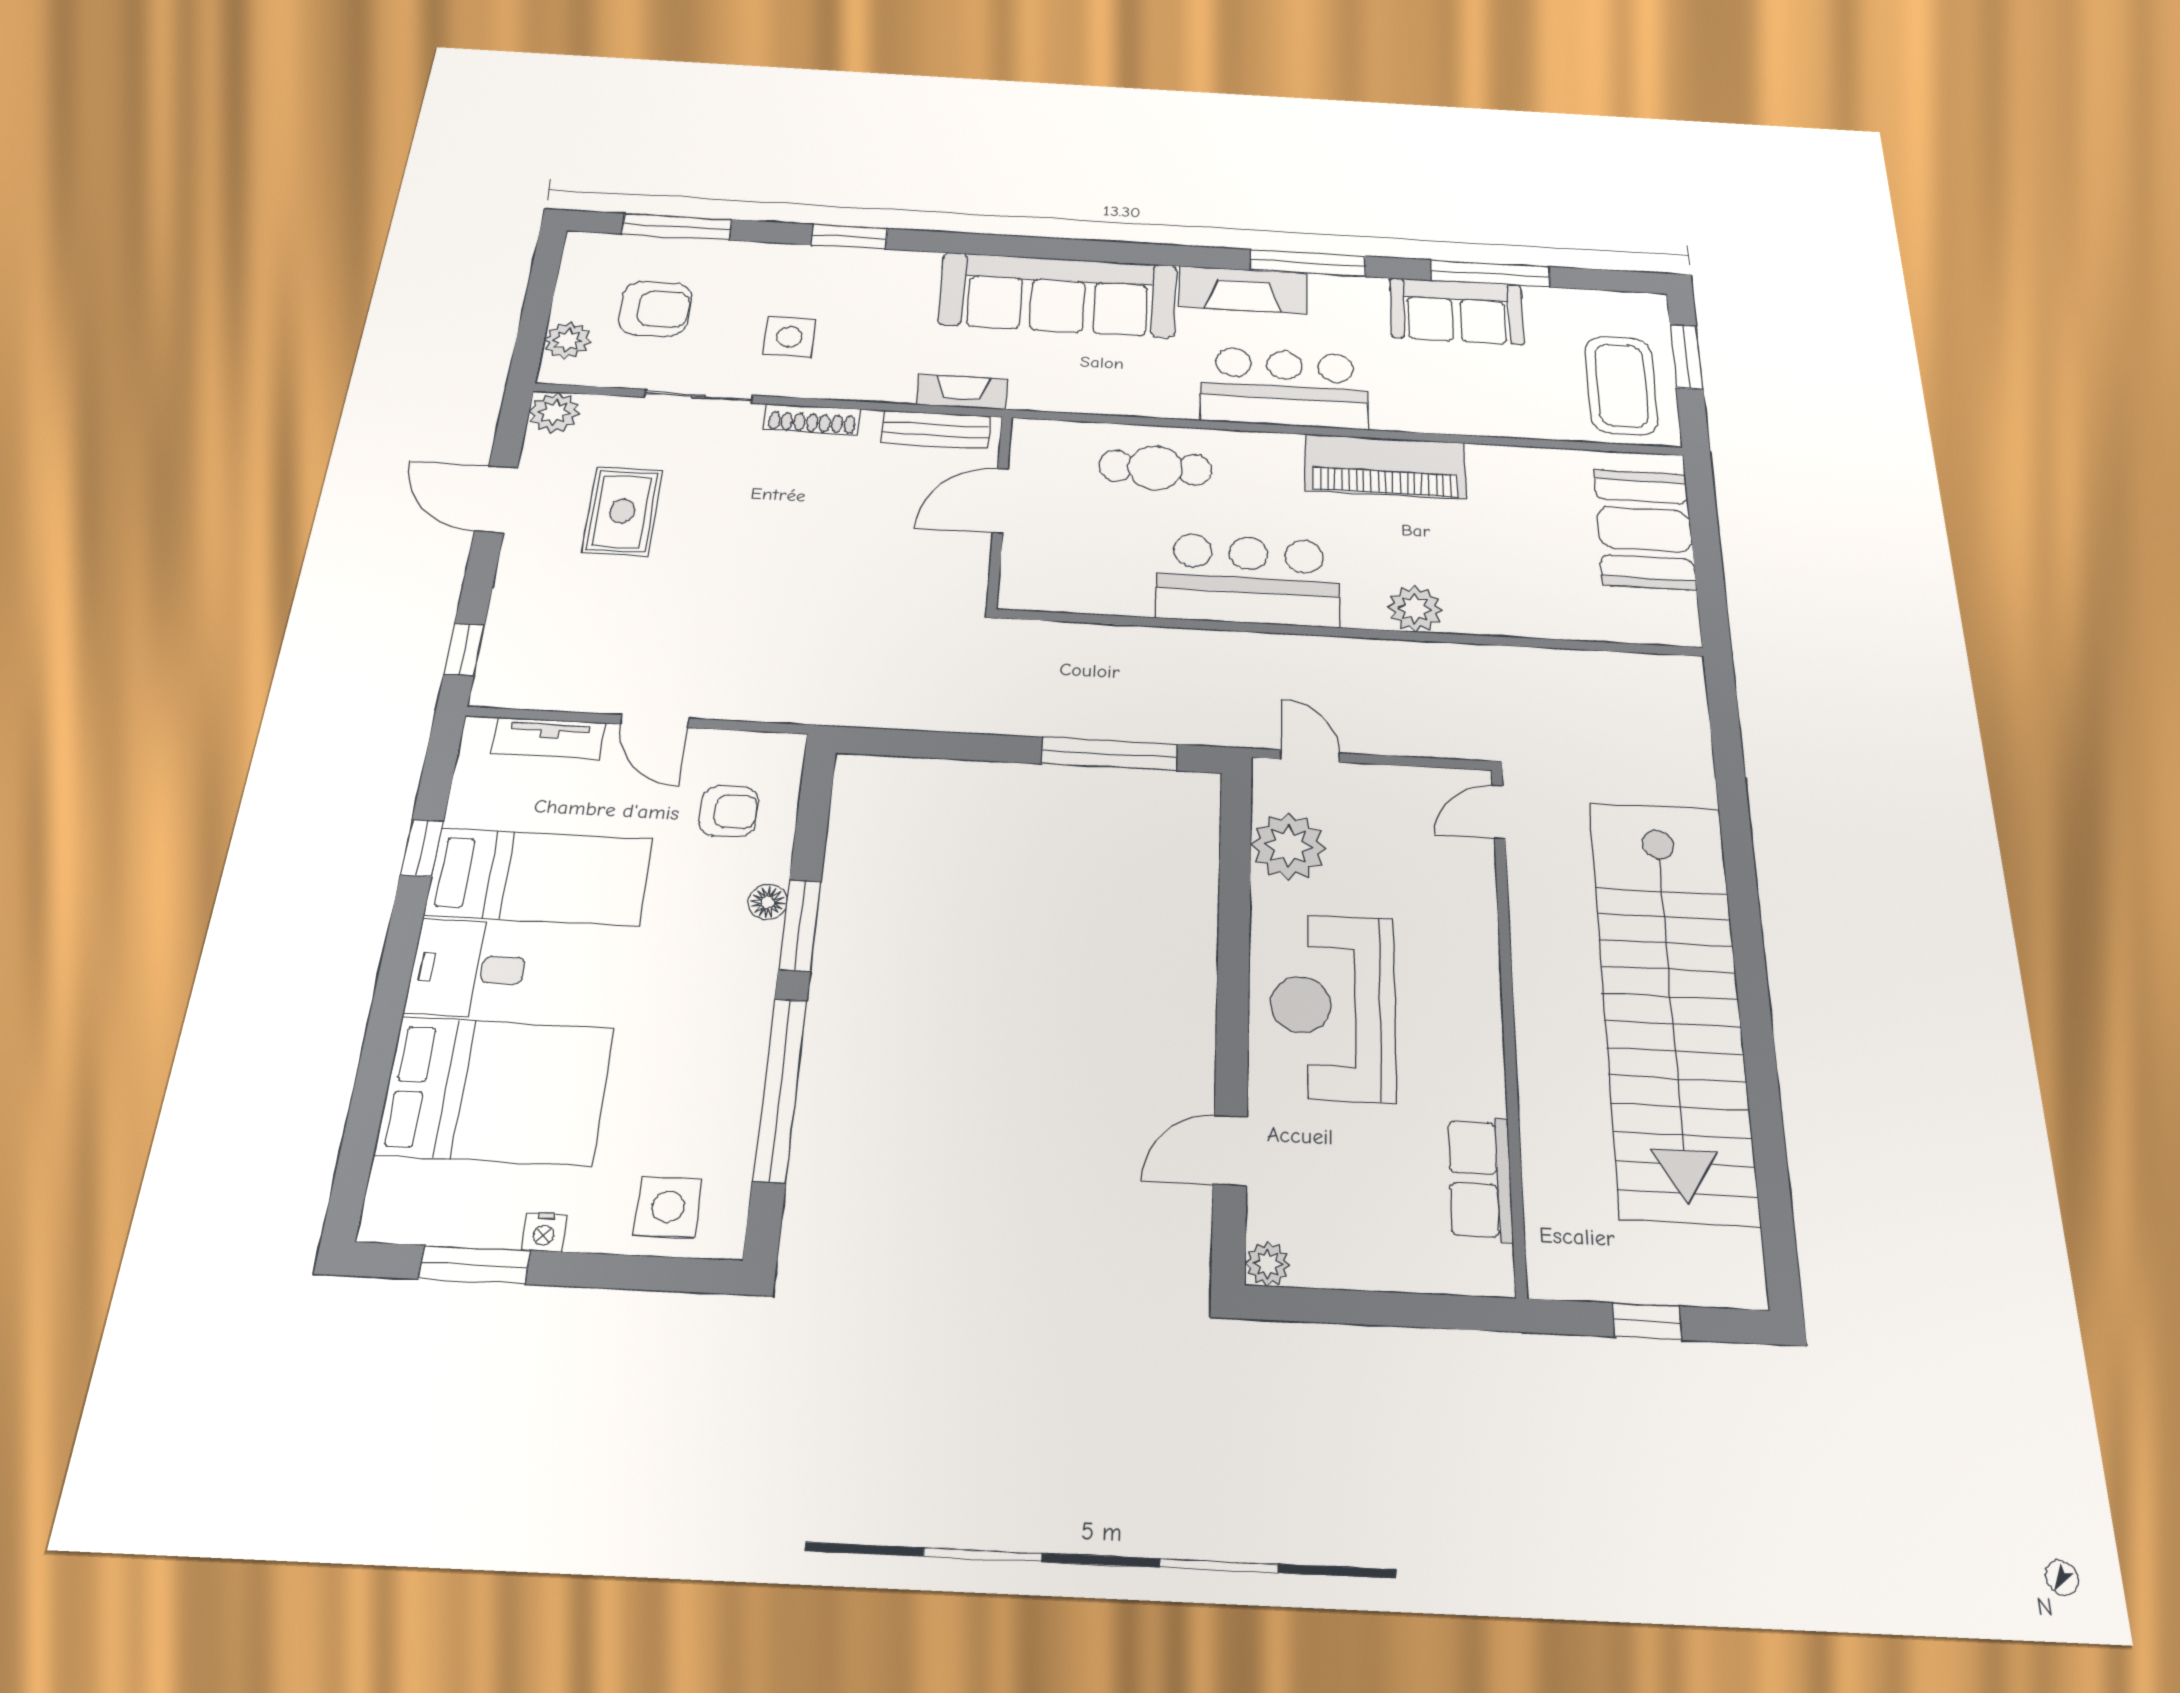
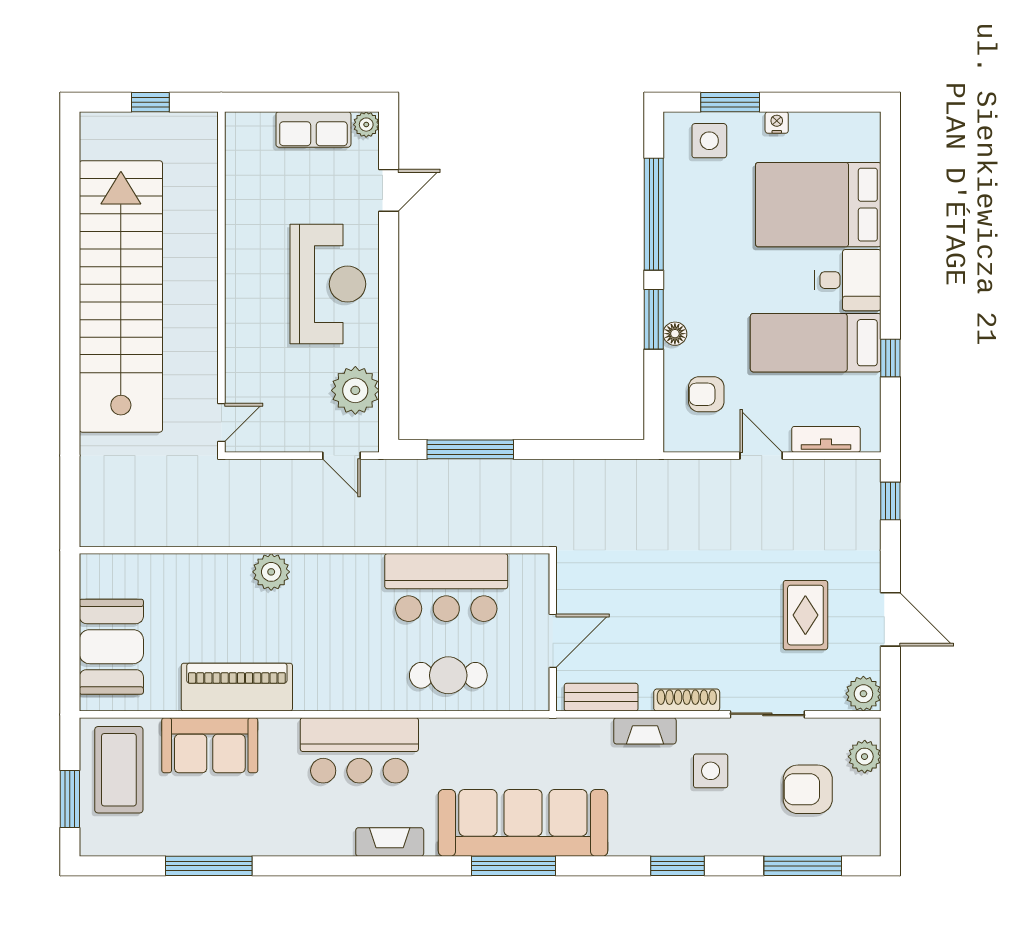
window: (1308, 263) -> (513, 866), moved
fireplace: (1243, 290) -> (390, 842), width x0.73, depth x0.76
sofa: (1456, 311) -> (210, 745), moved, turned 180
fireplace: (962, 392) -> (645, 731), moved
piano: (1385, 467) -> (237, 687), moved
bar counter: (1248, 580) -> (446, 588), moved
row of seats: (1480, 1179) -> (313, 129), moved, turned 90
window: (475, 1265) -> (730, 102), moved

